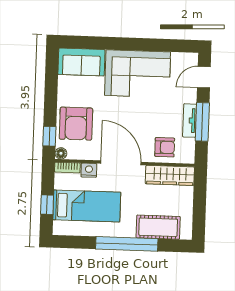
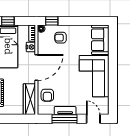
armchair: (76, 124) -> (61, 38), width x0.53, depth x0.53

